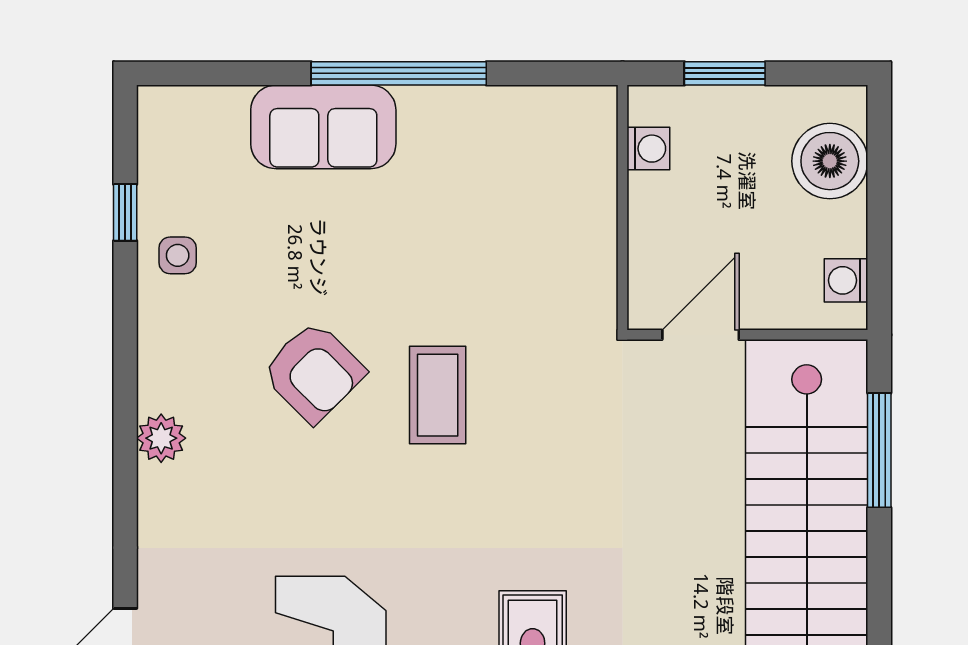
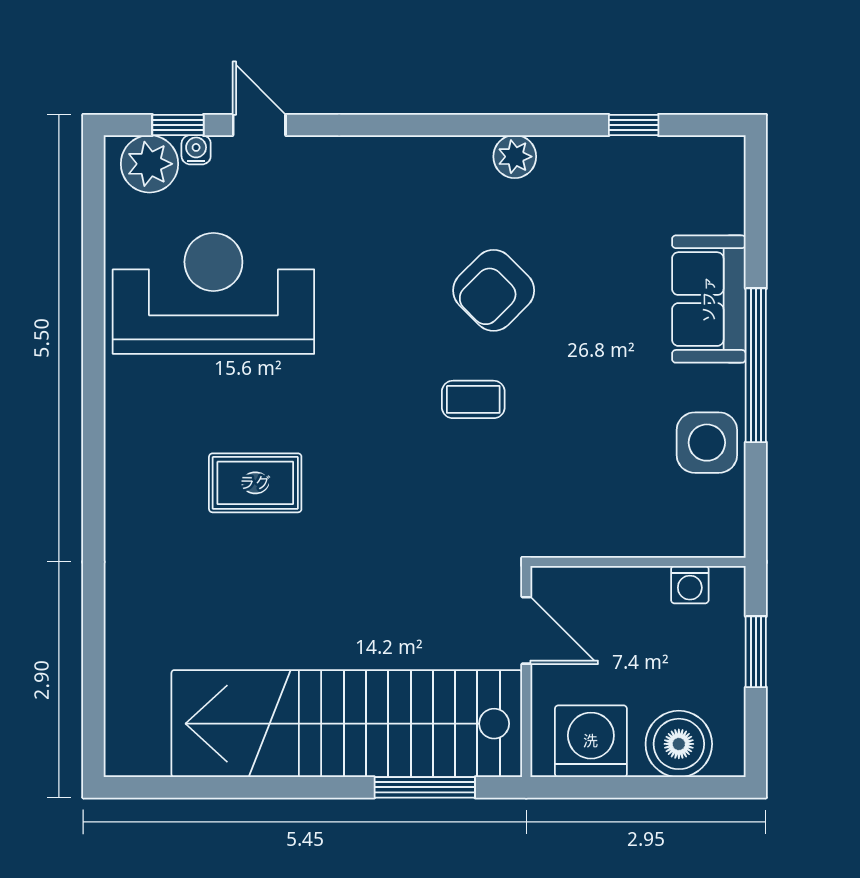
side table: (178, 255) -> (707, 443), moved, width x1.87, depth x1.87
washing machine: (846, 280) -> (591, 741), width x1.89, depth x1.89
coffee table: (438, 395) -> (473, 399), width x0.73, depth x0.77
plant: (161, 438) -> (515, 157), moved

